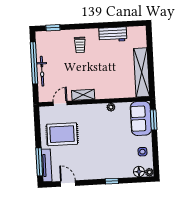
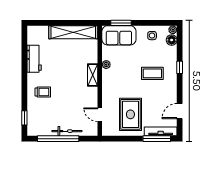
shelving: (83, 95) -> (93, 75), moved
coffee table: (104, 154) -> (152, 73), added

